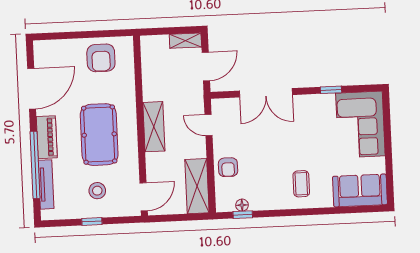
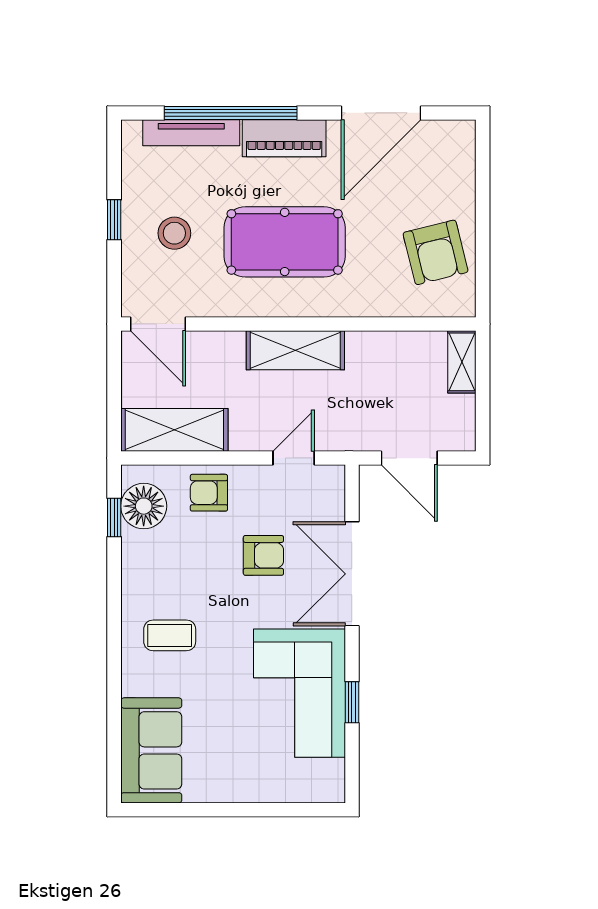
shelving: (185, 41) -> (462, 362), moved
armchair: (101, 58) -> (436, 252), turned -104
door: (32, 89) -> (381, 113), hinge flipped
corner sofa: (360, 125) -> (299, 693), moved, turned -90
armchair: (259, 138) -> (263, 555), added
floor lamp: (242, 205) -> (144, 506), width x1.89, depth x1.89

